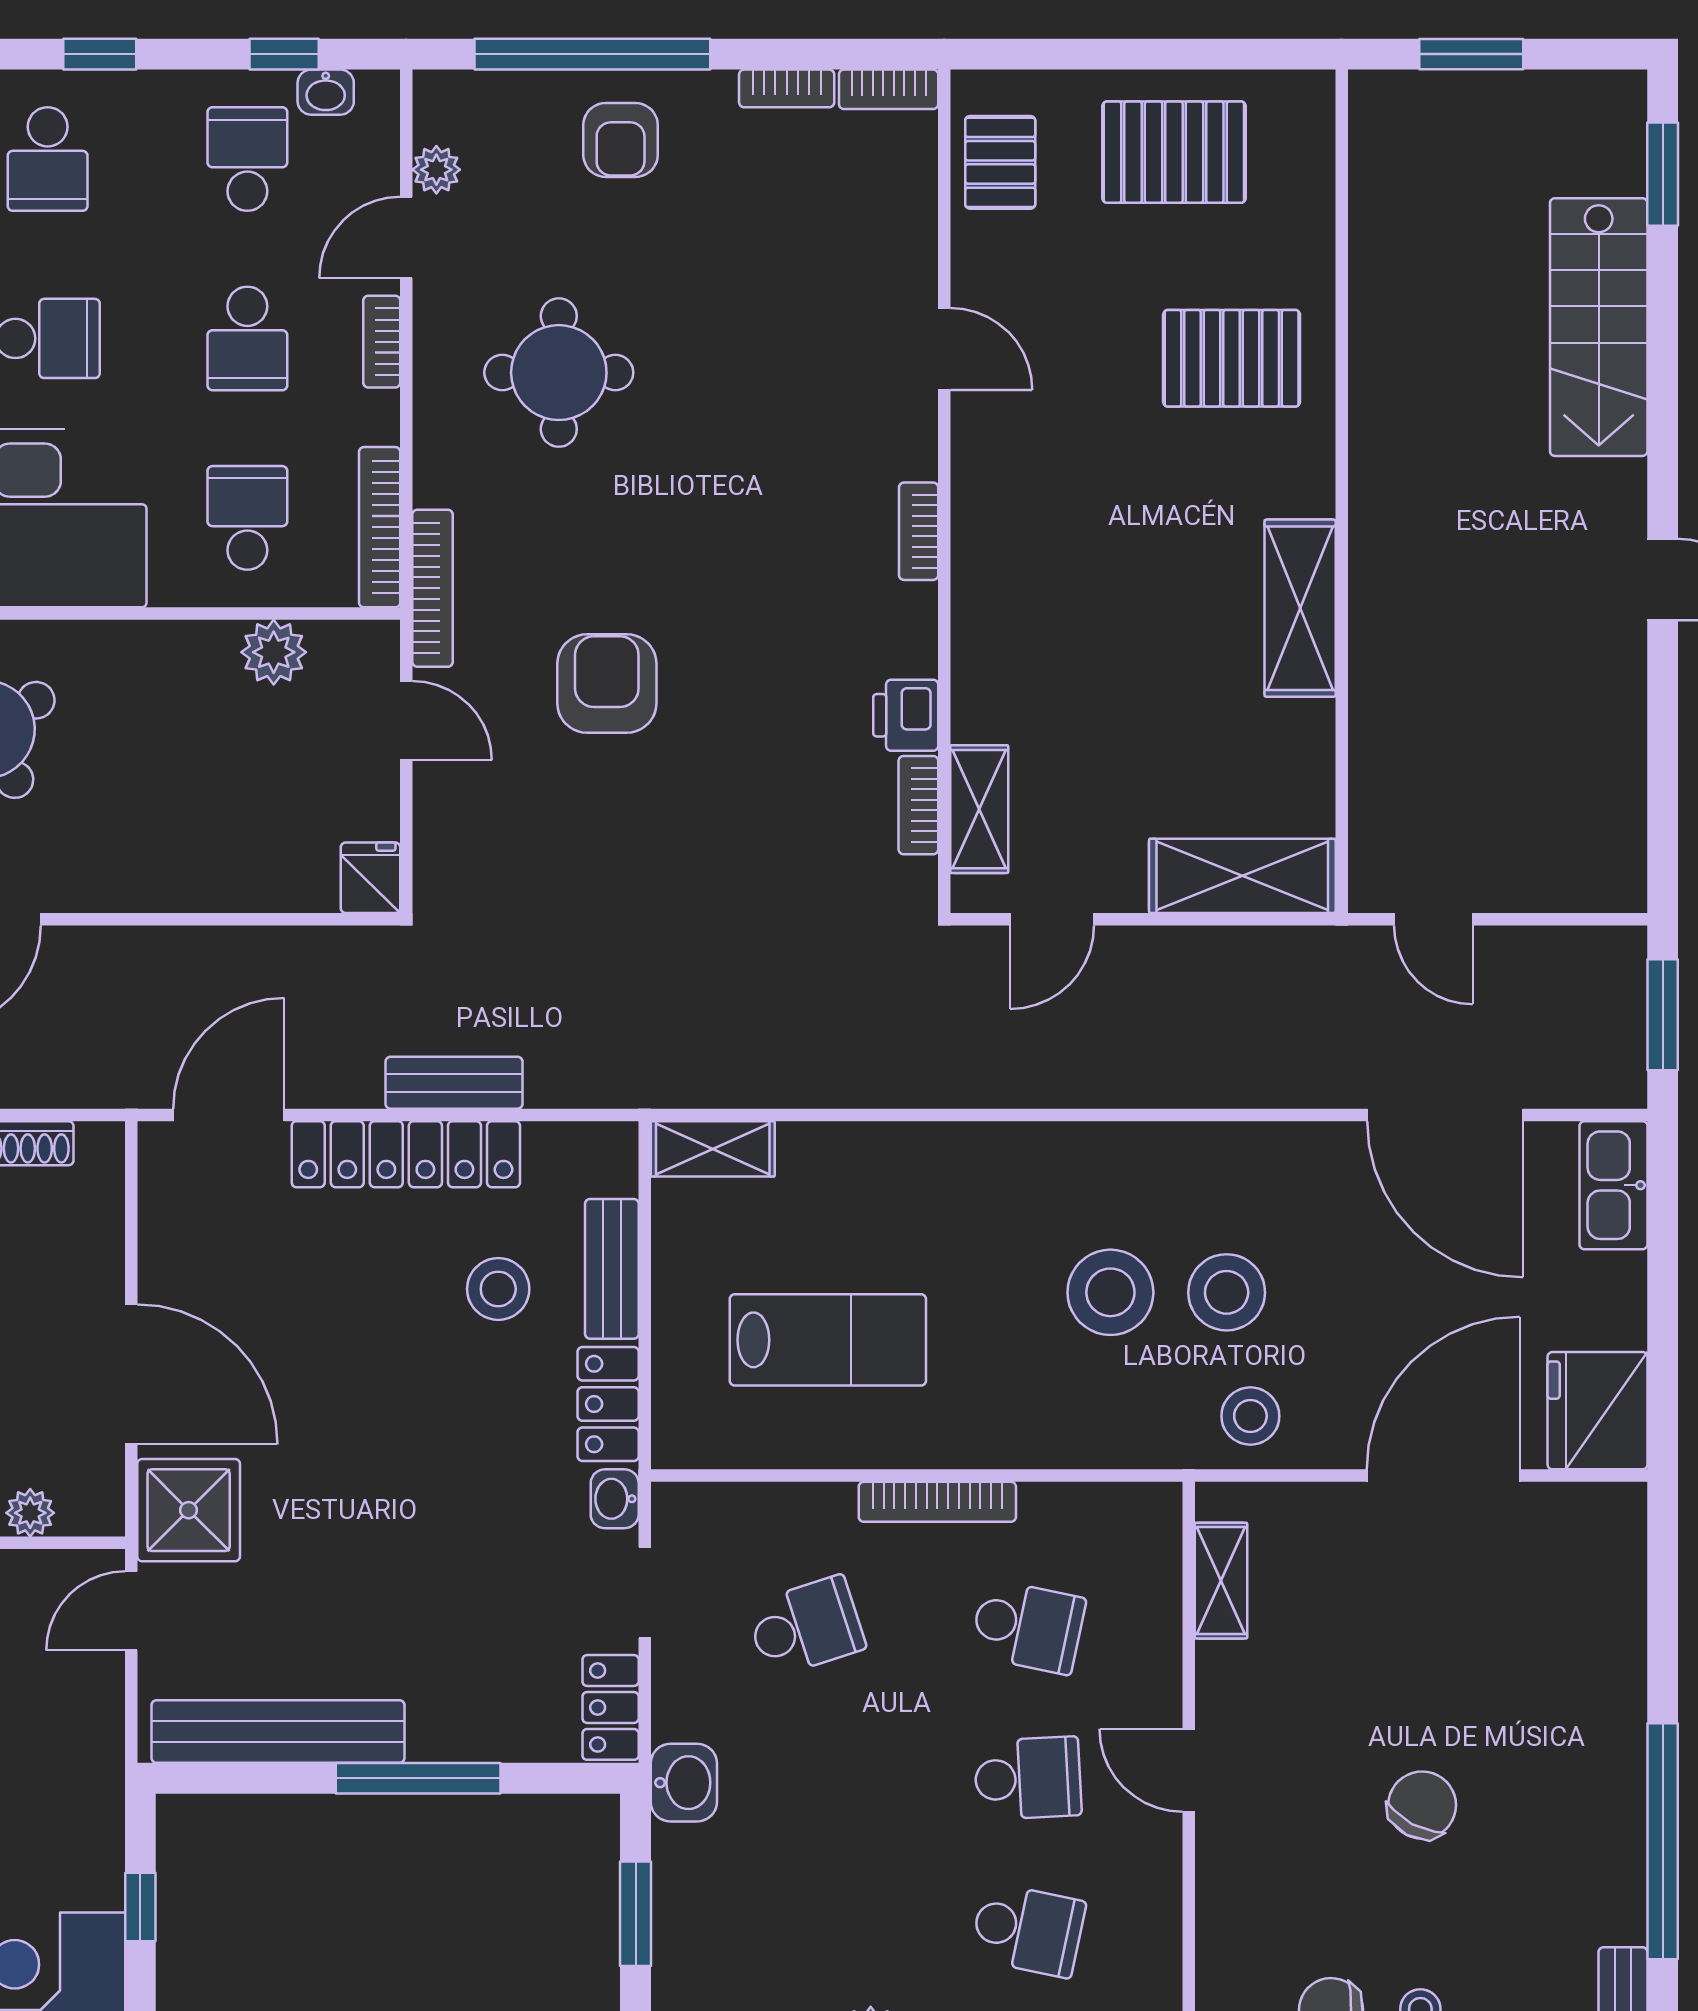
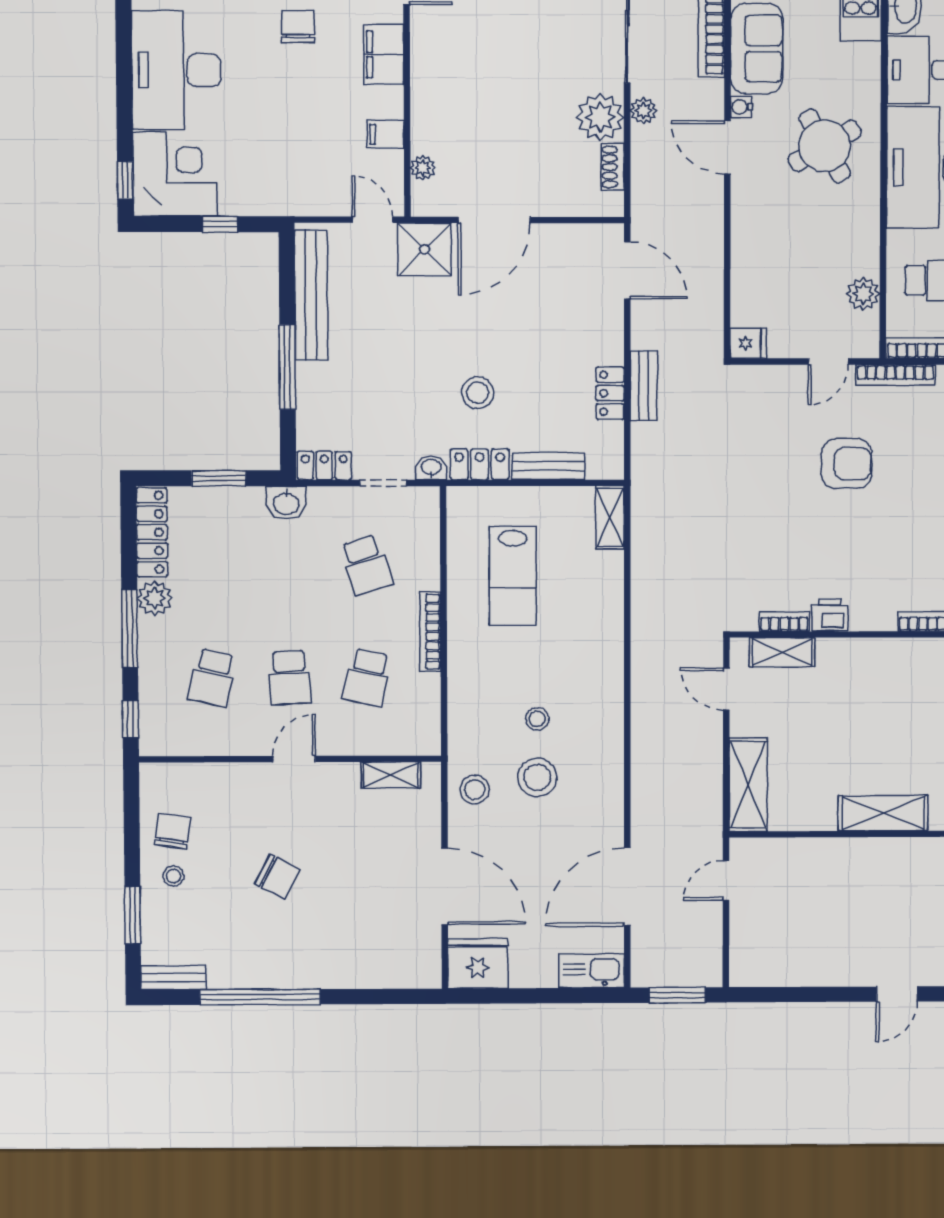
locker: (406, 1154) -> (610, 393), width x0.46, depth x0.83
stool: (498, 1289) -> (478, 393), moved
stool: (1110, 1292) -> (537, 719), width x0.53, depth x0.53

